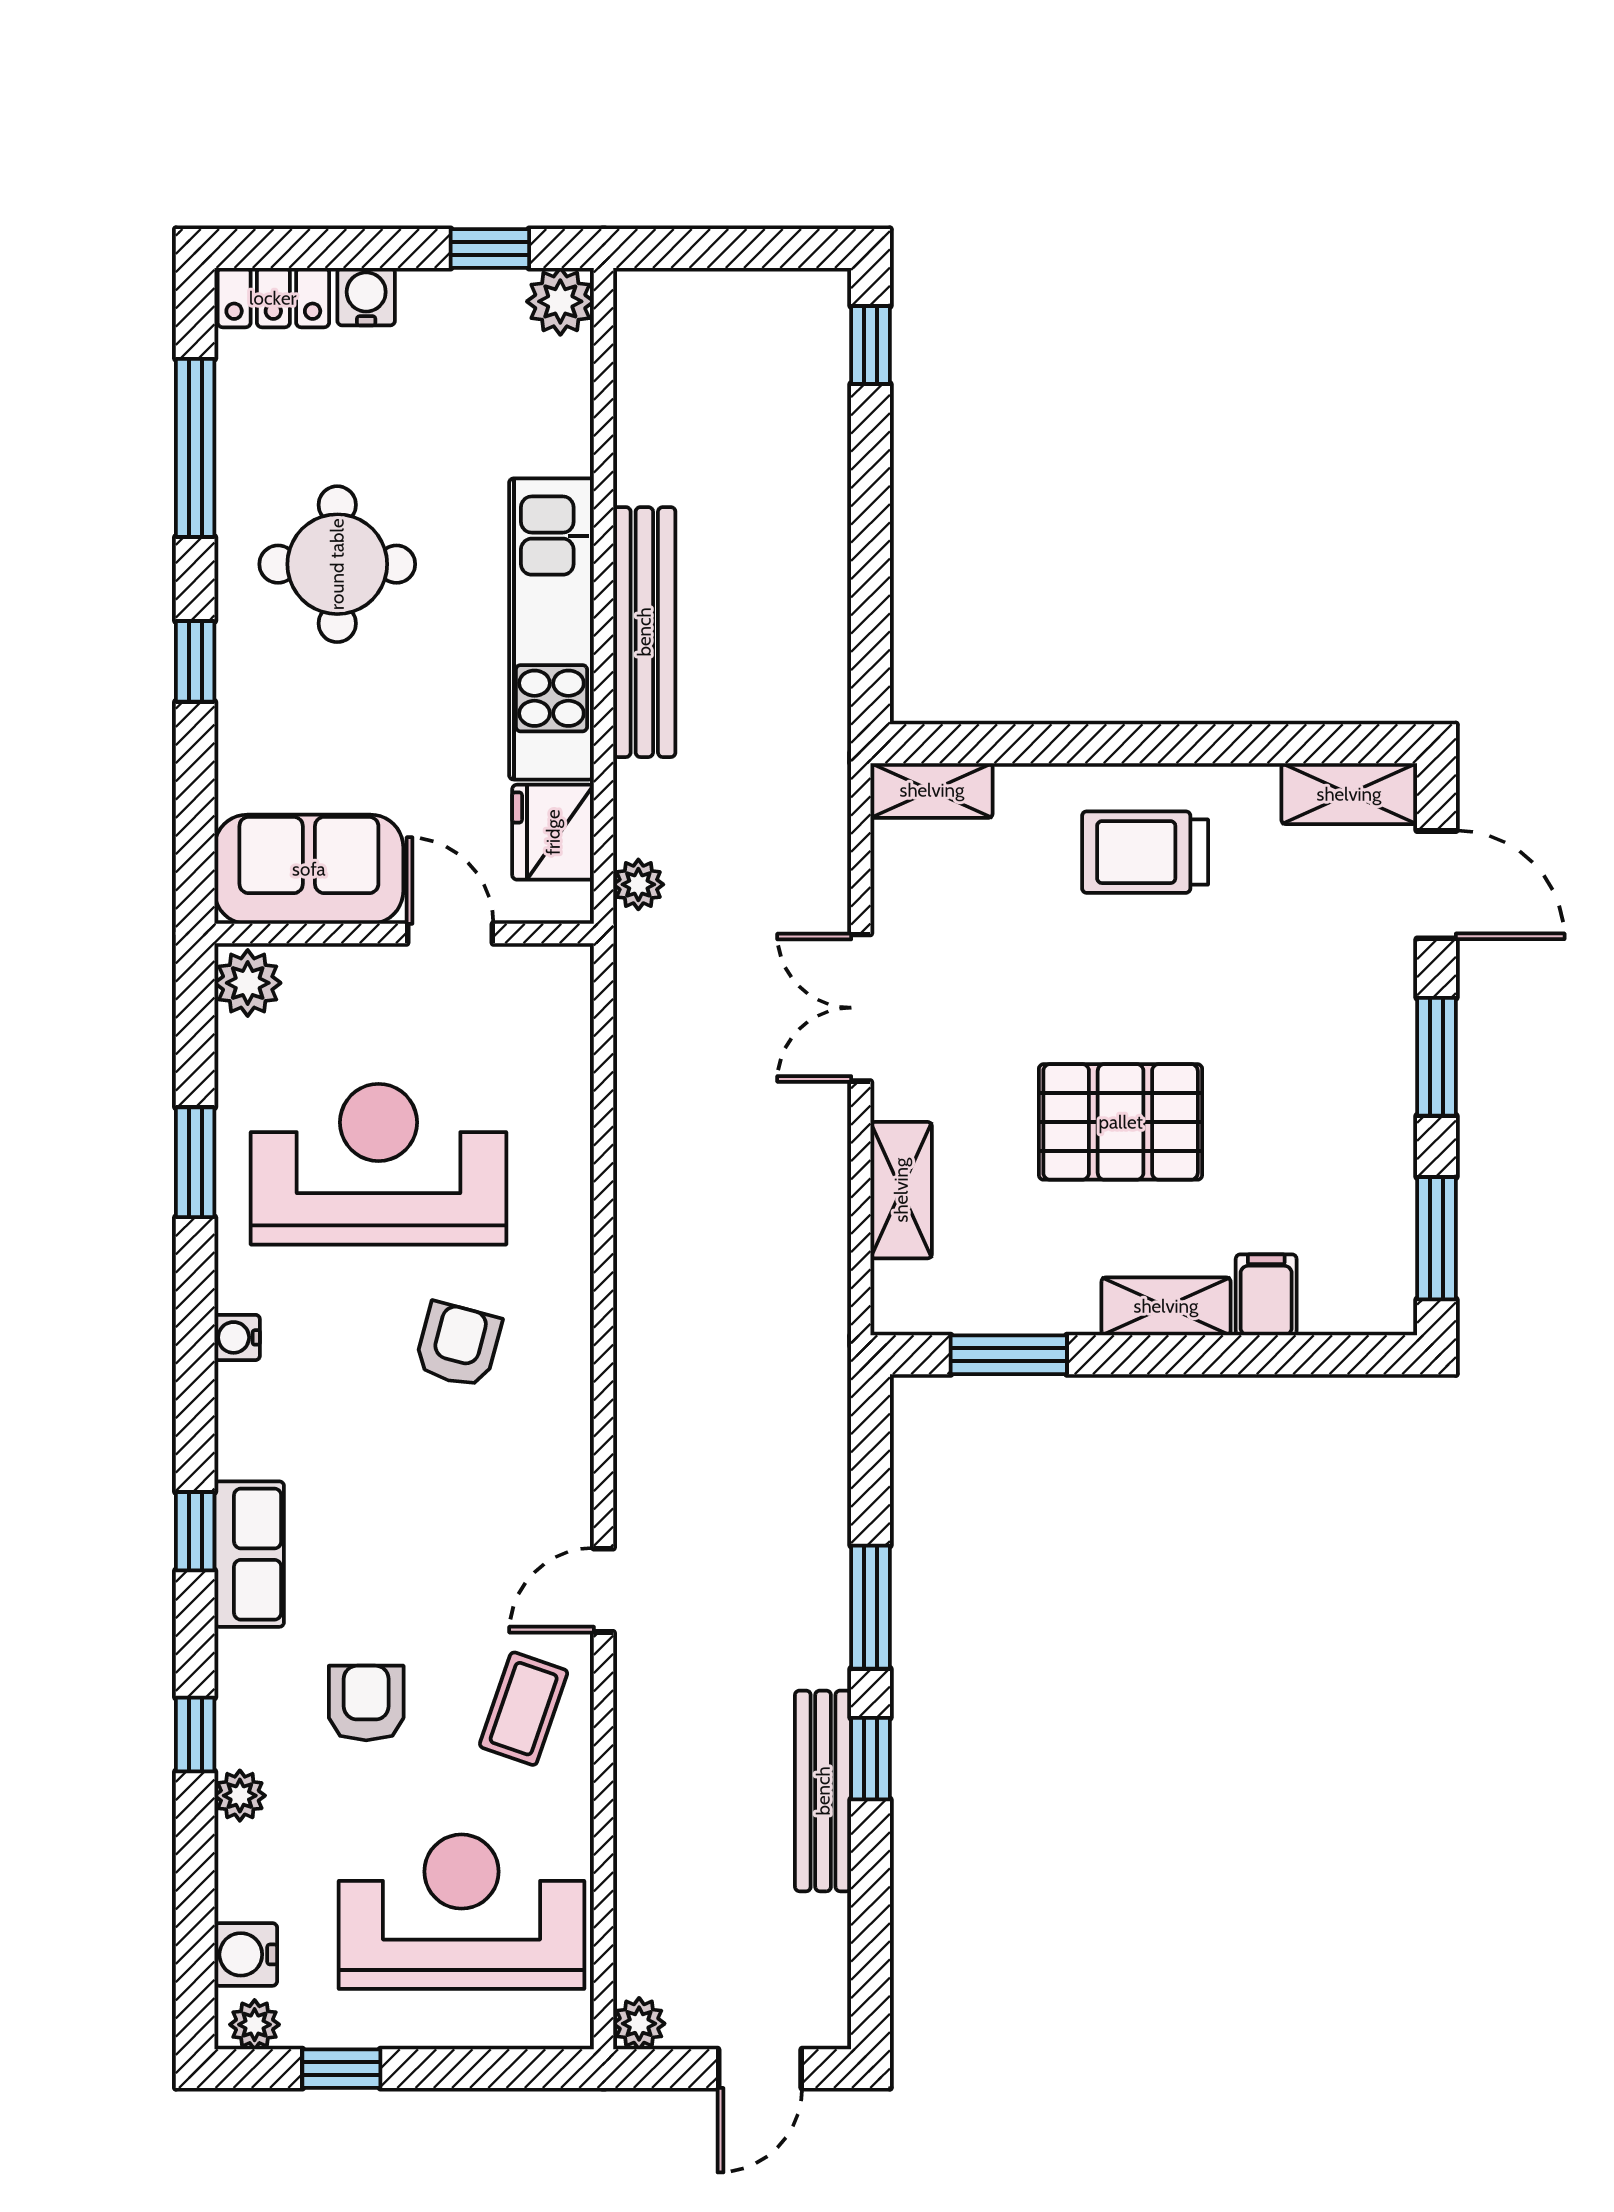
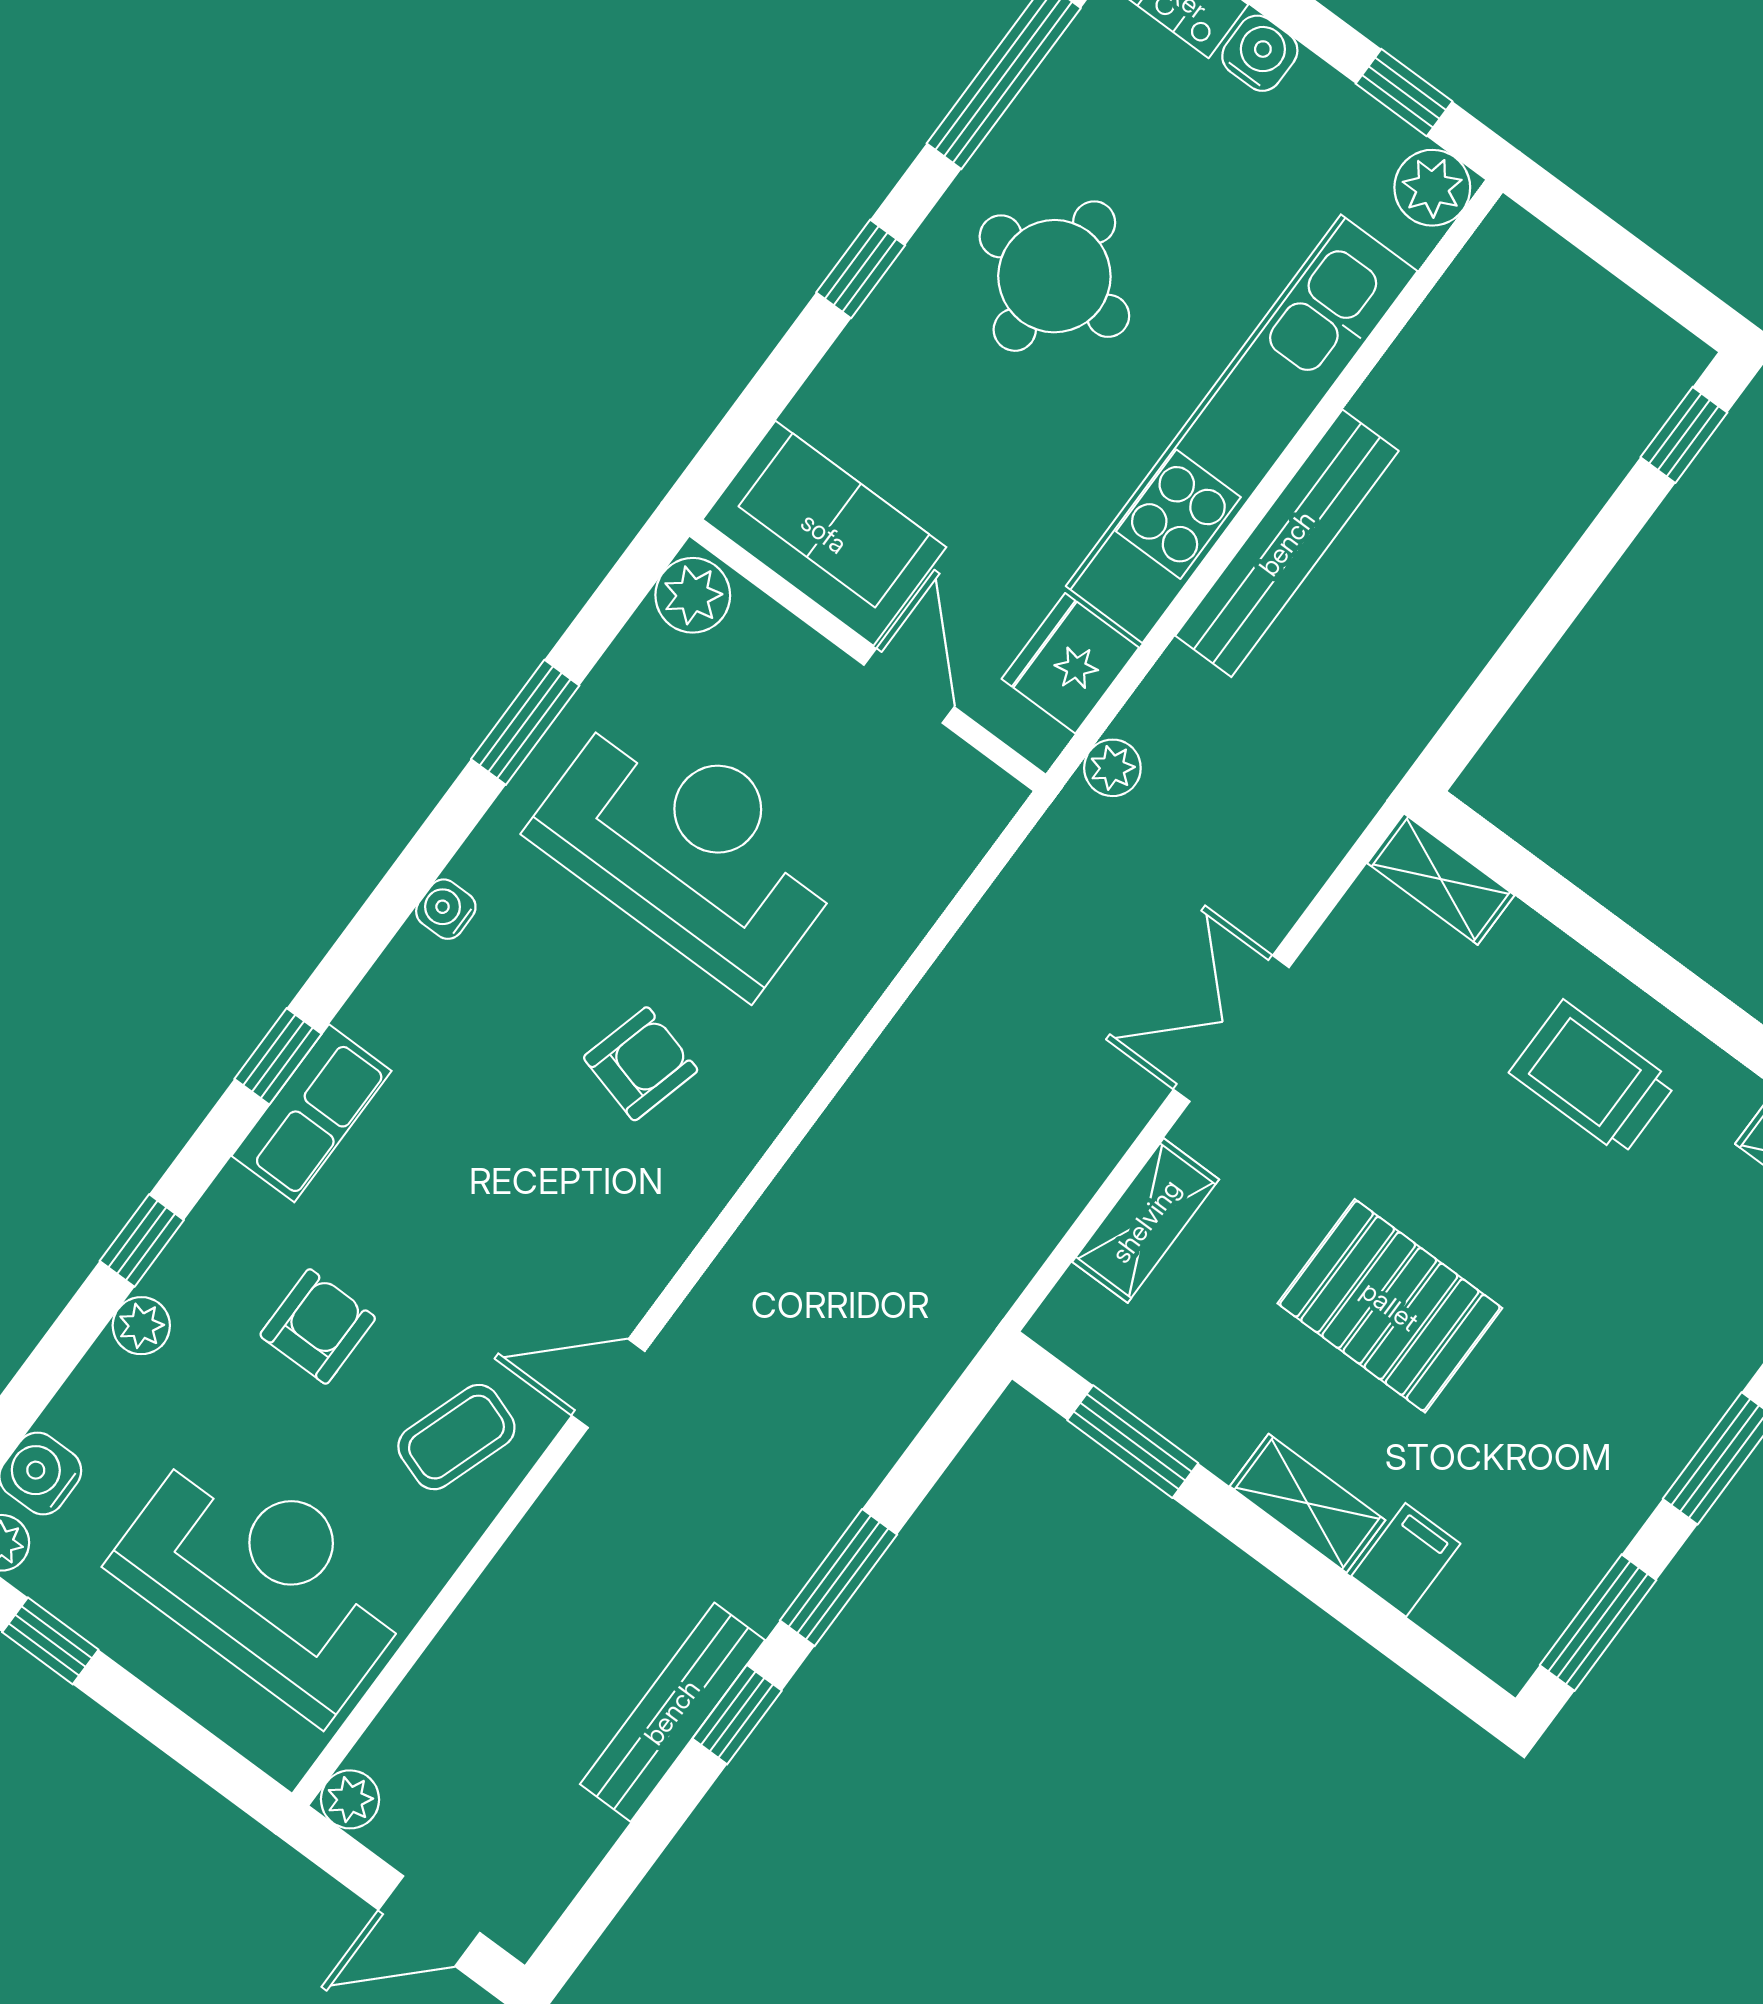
kitchen unit: (551, 629) -> (1242, 429), width x1.36

